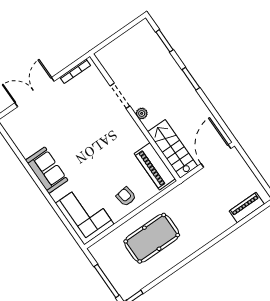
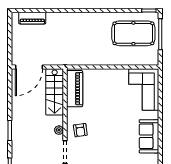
armchair: (126, 197) -> (80, 130), moved
pool table: (152, 238) -> (133, 33), moved

